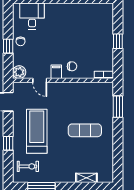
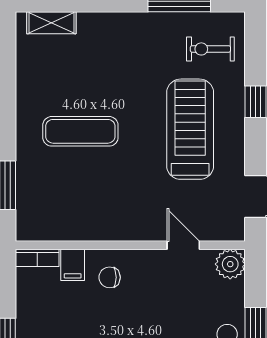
filing cabinet: (56, 72) -> (73, 265), moved
treadmill: (37, 131) -> (190, 129), turned 180
shelving: (86, 178) -> (51, 23), moved

